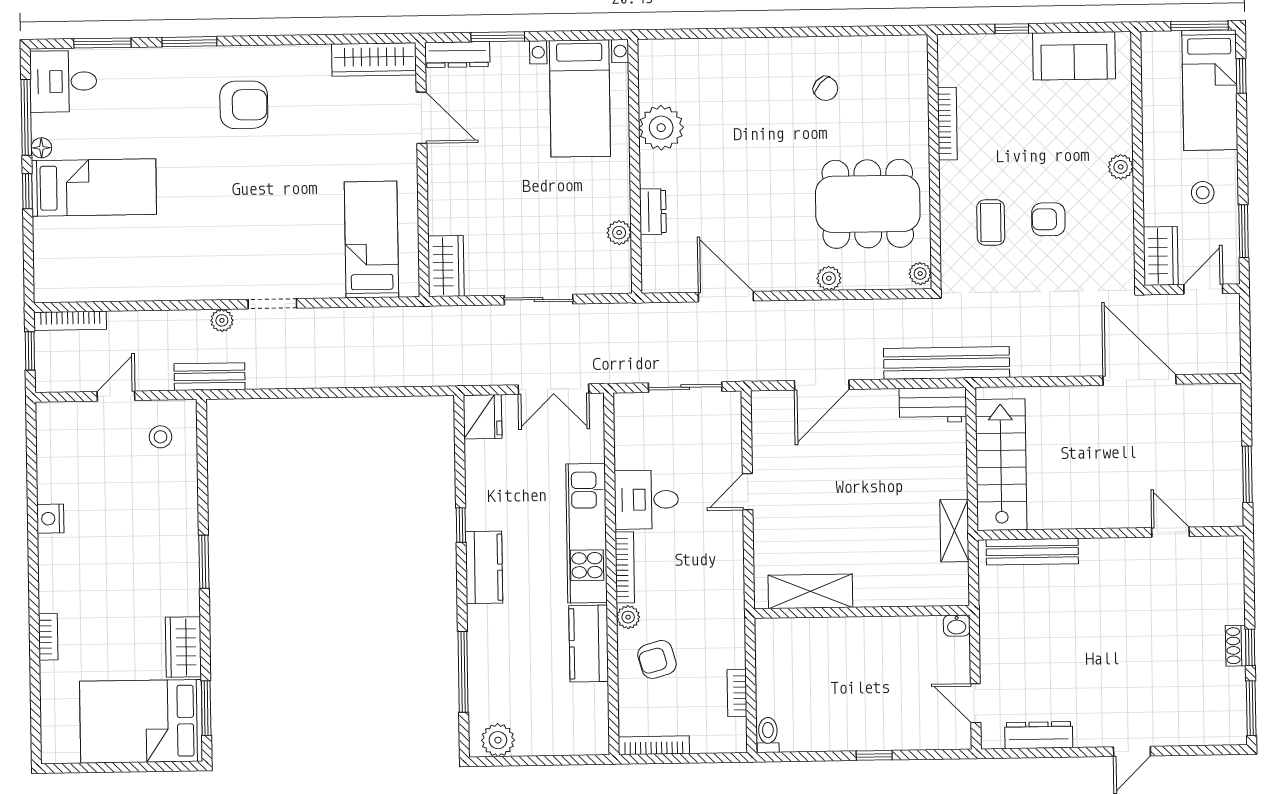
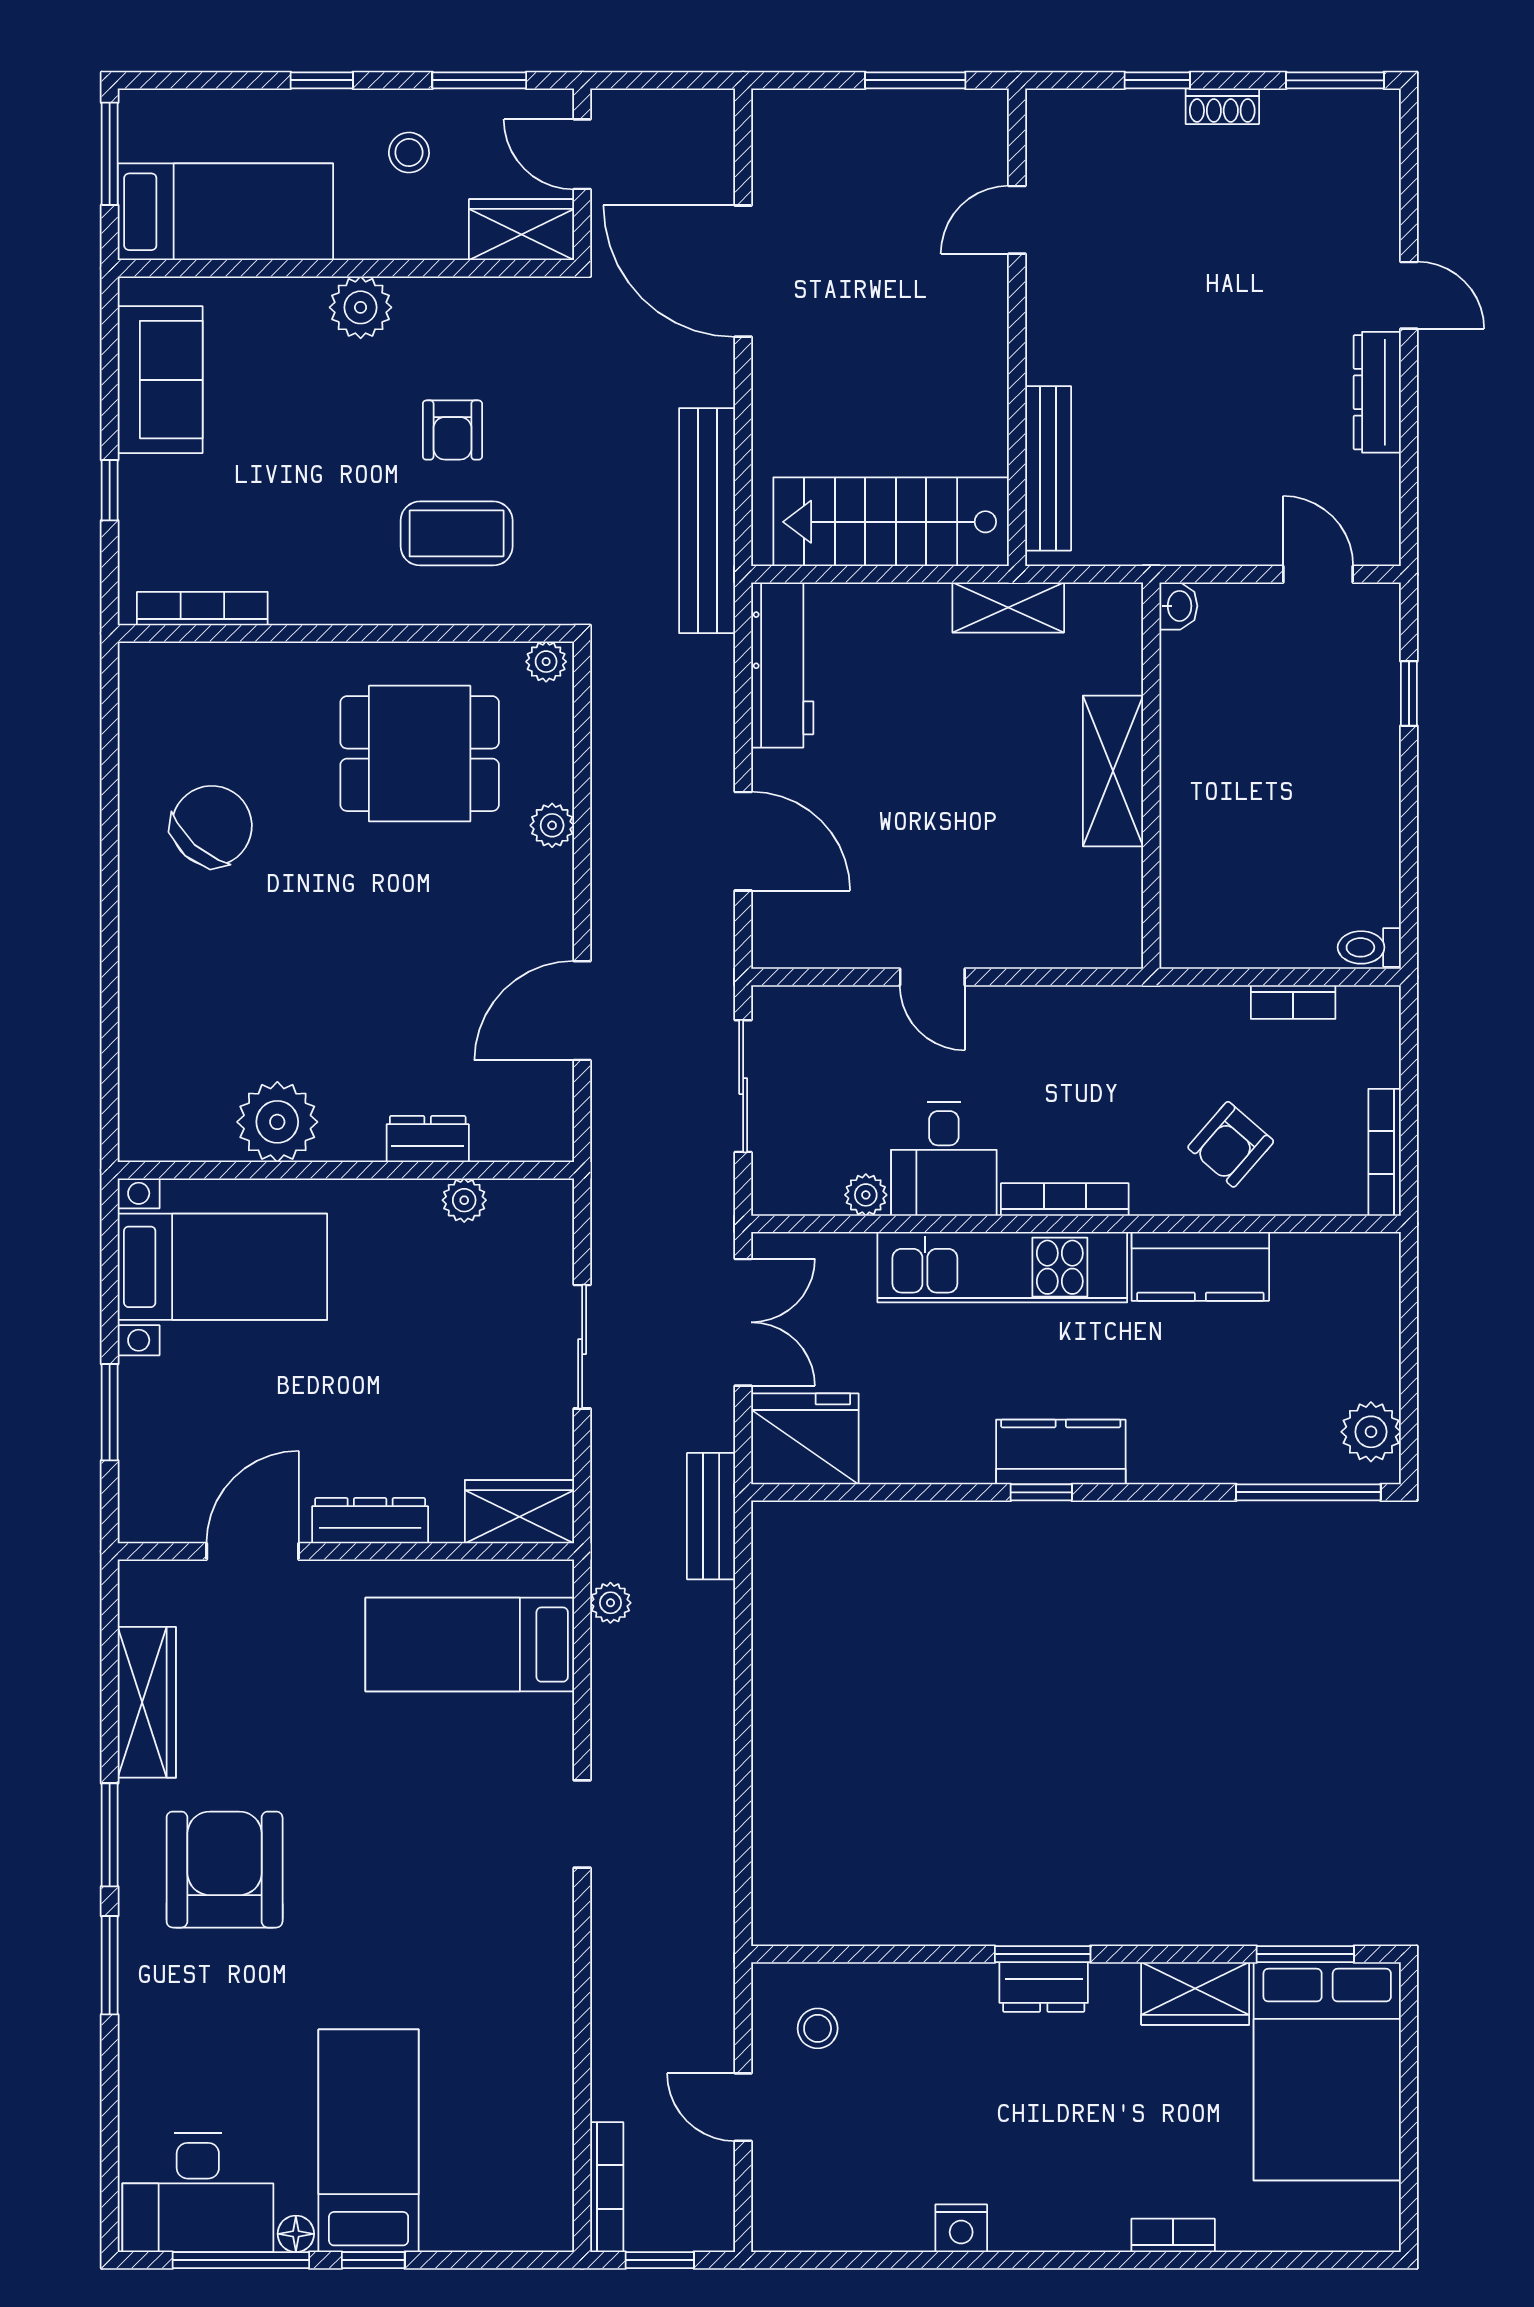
window: (102, 43) -> (110, 1835), moved
dresser: (457, 55) -> (370, 1521), moved, turned -90
wardrobe: (374, 59) -> (147, 1702), moved
window: (1241, 76) -> (322, 80), moved
desk: (63, 81) -> (198, 2193), width x1.37
chair: (826, 89) -> (212, 826), width x1.87, depth x1.87
bed: (1210, 90) -> (225, 212), moved
armchair: (244, 105) -> (225, 1870), width x1.36, depth x1.36
bookcase: (947, 124) -> (202, 609), moved
plant: (1121, 167) -> (361, 307), width x1.38, depth x1.38
dining table: (868, 204) -> (420, 754), width x0.73
coffee table: (991, 222) -> (457, 533), width x1.36, depth x1.30
plant: (222, 320) -> (610, 1603), moved
bench: (947, 363) -> (707, 521), moved
bench: (210, 377) -> (711, 1516), moved
door: (1140, 380) -> (743, 271), hinge flipped
workbench: (933, 405) -> (782, 665), width x1.38
fridge: (483, 417) -> (805, 1439), width x1.36, depth x1.34
window: (461, 525) -> (1041, 1492), moved
dresser: (186, 563) -> (1044, 1987), added
shelving: (810, 591) -> (1113, 771), moved
plant: (628, 617) -> (866, 1195), moved
window: (1250, 647) -> (1157, 80), moved
armchair: (657, 659) -> (1231, 1144), turned 57
window: (463, 672) -> (1308, 1492), moved
door: (976, 703) -> (1318, 574), swing flipped
dresser: (1039, 735) -> (1377, 392), moved
window: (874, 755) -> (1409, 693), moved

